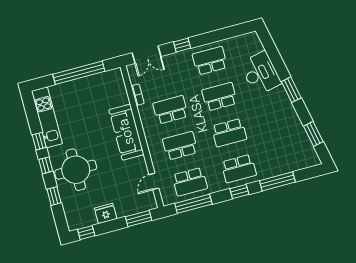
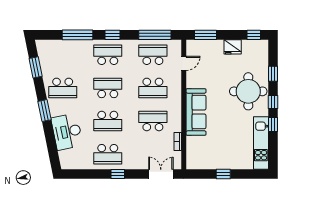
window: (182, 45) -> (118, 174), moved
window: (79, 73) -> (223, 174), width x0.32
school desk: (171, 110) -> (153, 121), turned 180
school desk: (278, 120) -> (63, 88), added

